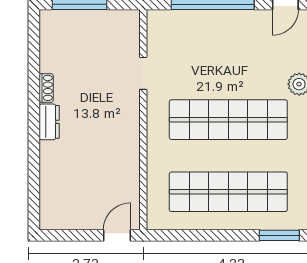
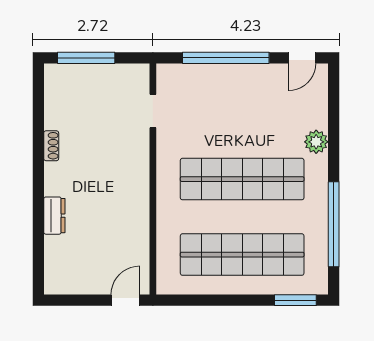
doorway: (143, 73) -> (153, 111), moved
dresser: (49, 122) -> (54, 216), moved

